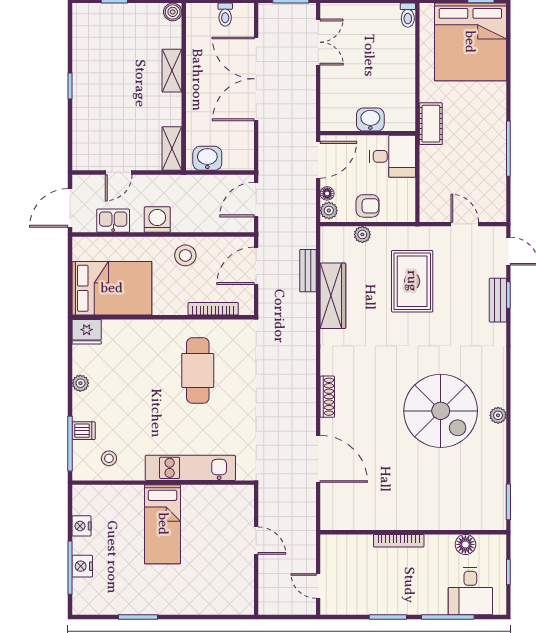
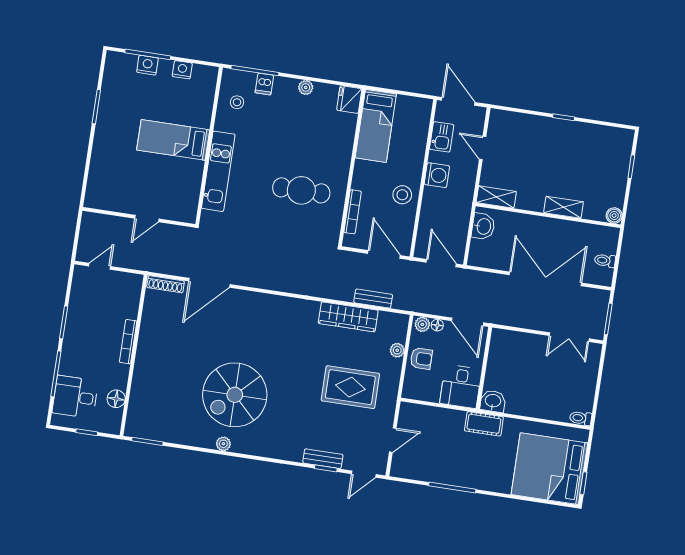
washbasin: (370, 119) -> (493, 401), moved, turned -90
armchair: (368, 206) -> (421, 359), turned -90
bed: (112, 288) -> (376, 126), width x0.67
shoe rack: (327, 397) -> (166, 284), moved

